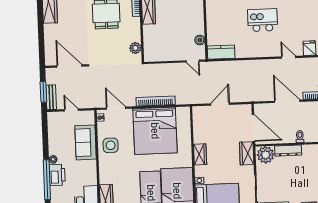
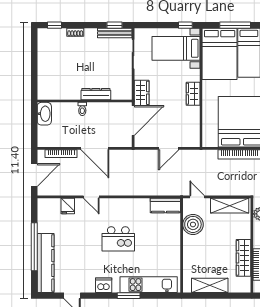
boiler: (200, 40) -> (193, 224), width x1.86, depth x1.86
shelving: (163, 54) -> (230, 206), added
door: (253, 128) -> (133, 120), swing flipped
plant: (266, 155) -> (121, 90), removed

